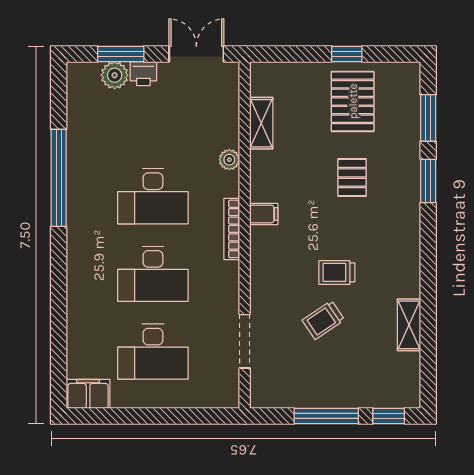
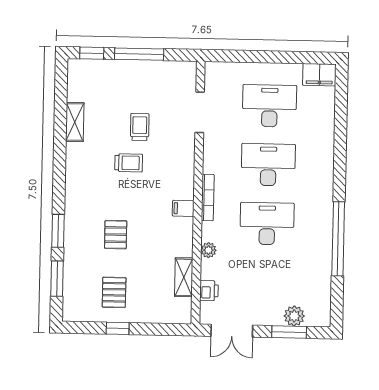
printer: (143, 74) -> (209, 291), moved, turned 90
pallet: (353, 101) -> (114, 292), width x0.67, depth x0.71
trolley: (323, 320) -> (140, 127), turned -56

